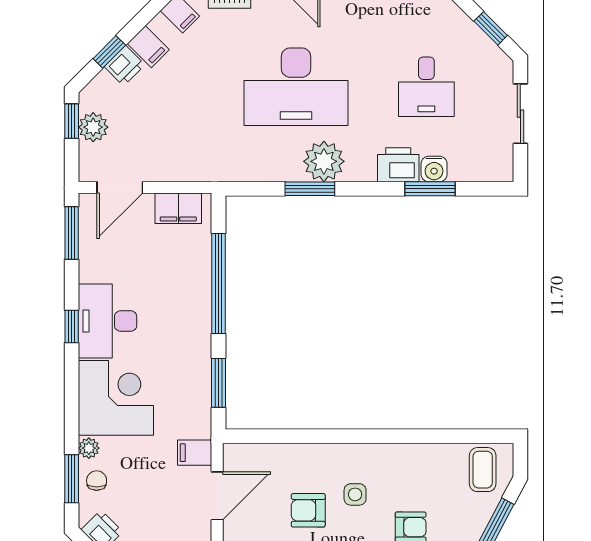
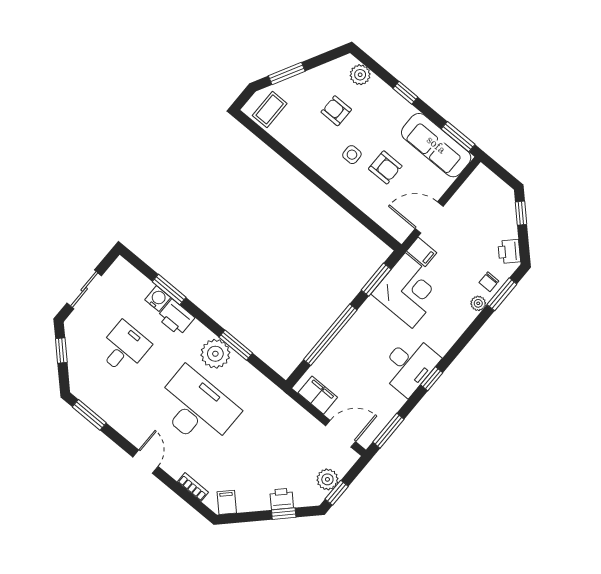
filing cabinet: (148, 47) -> (260, 499), removed
corner desk: (116, 398) -> (409, 291), moved, turned 180

